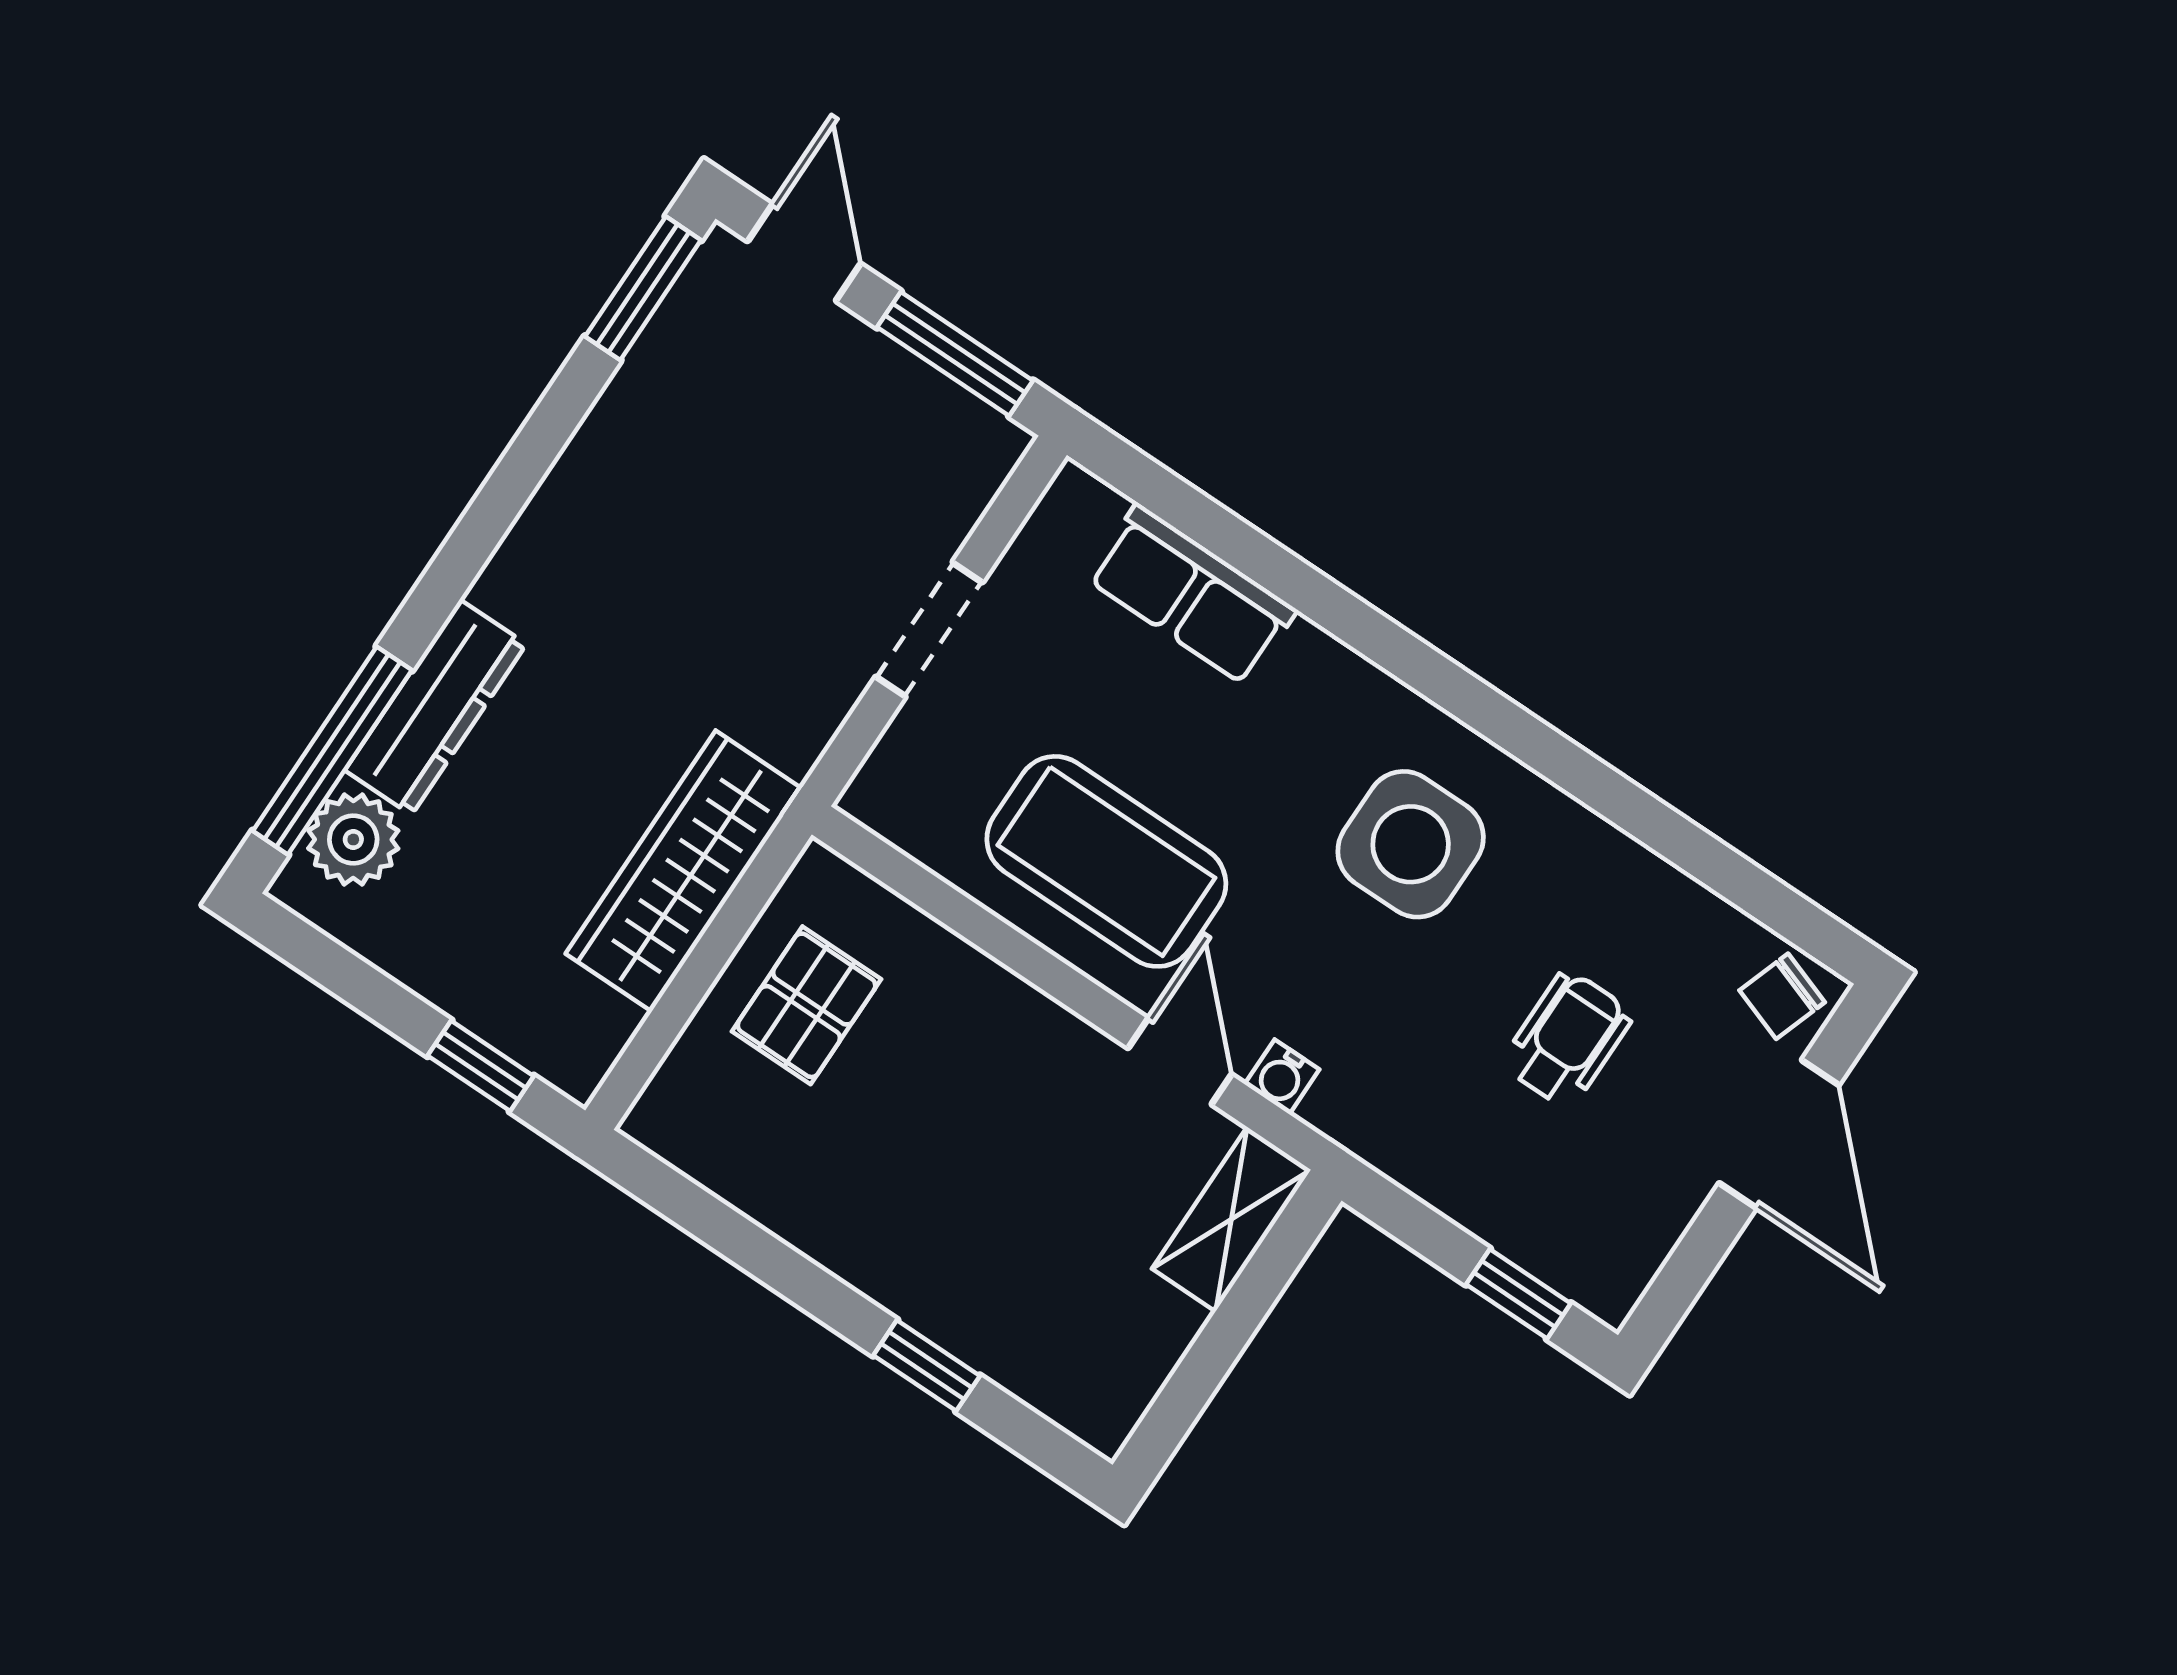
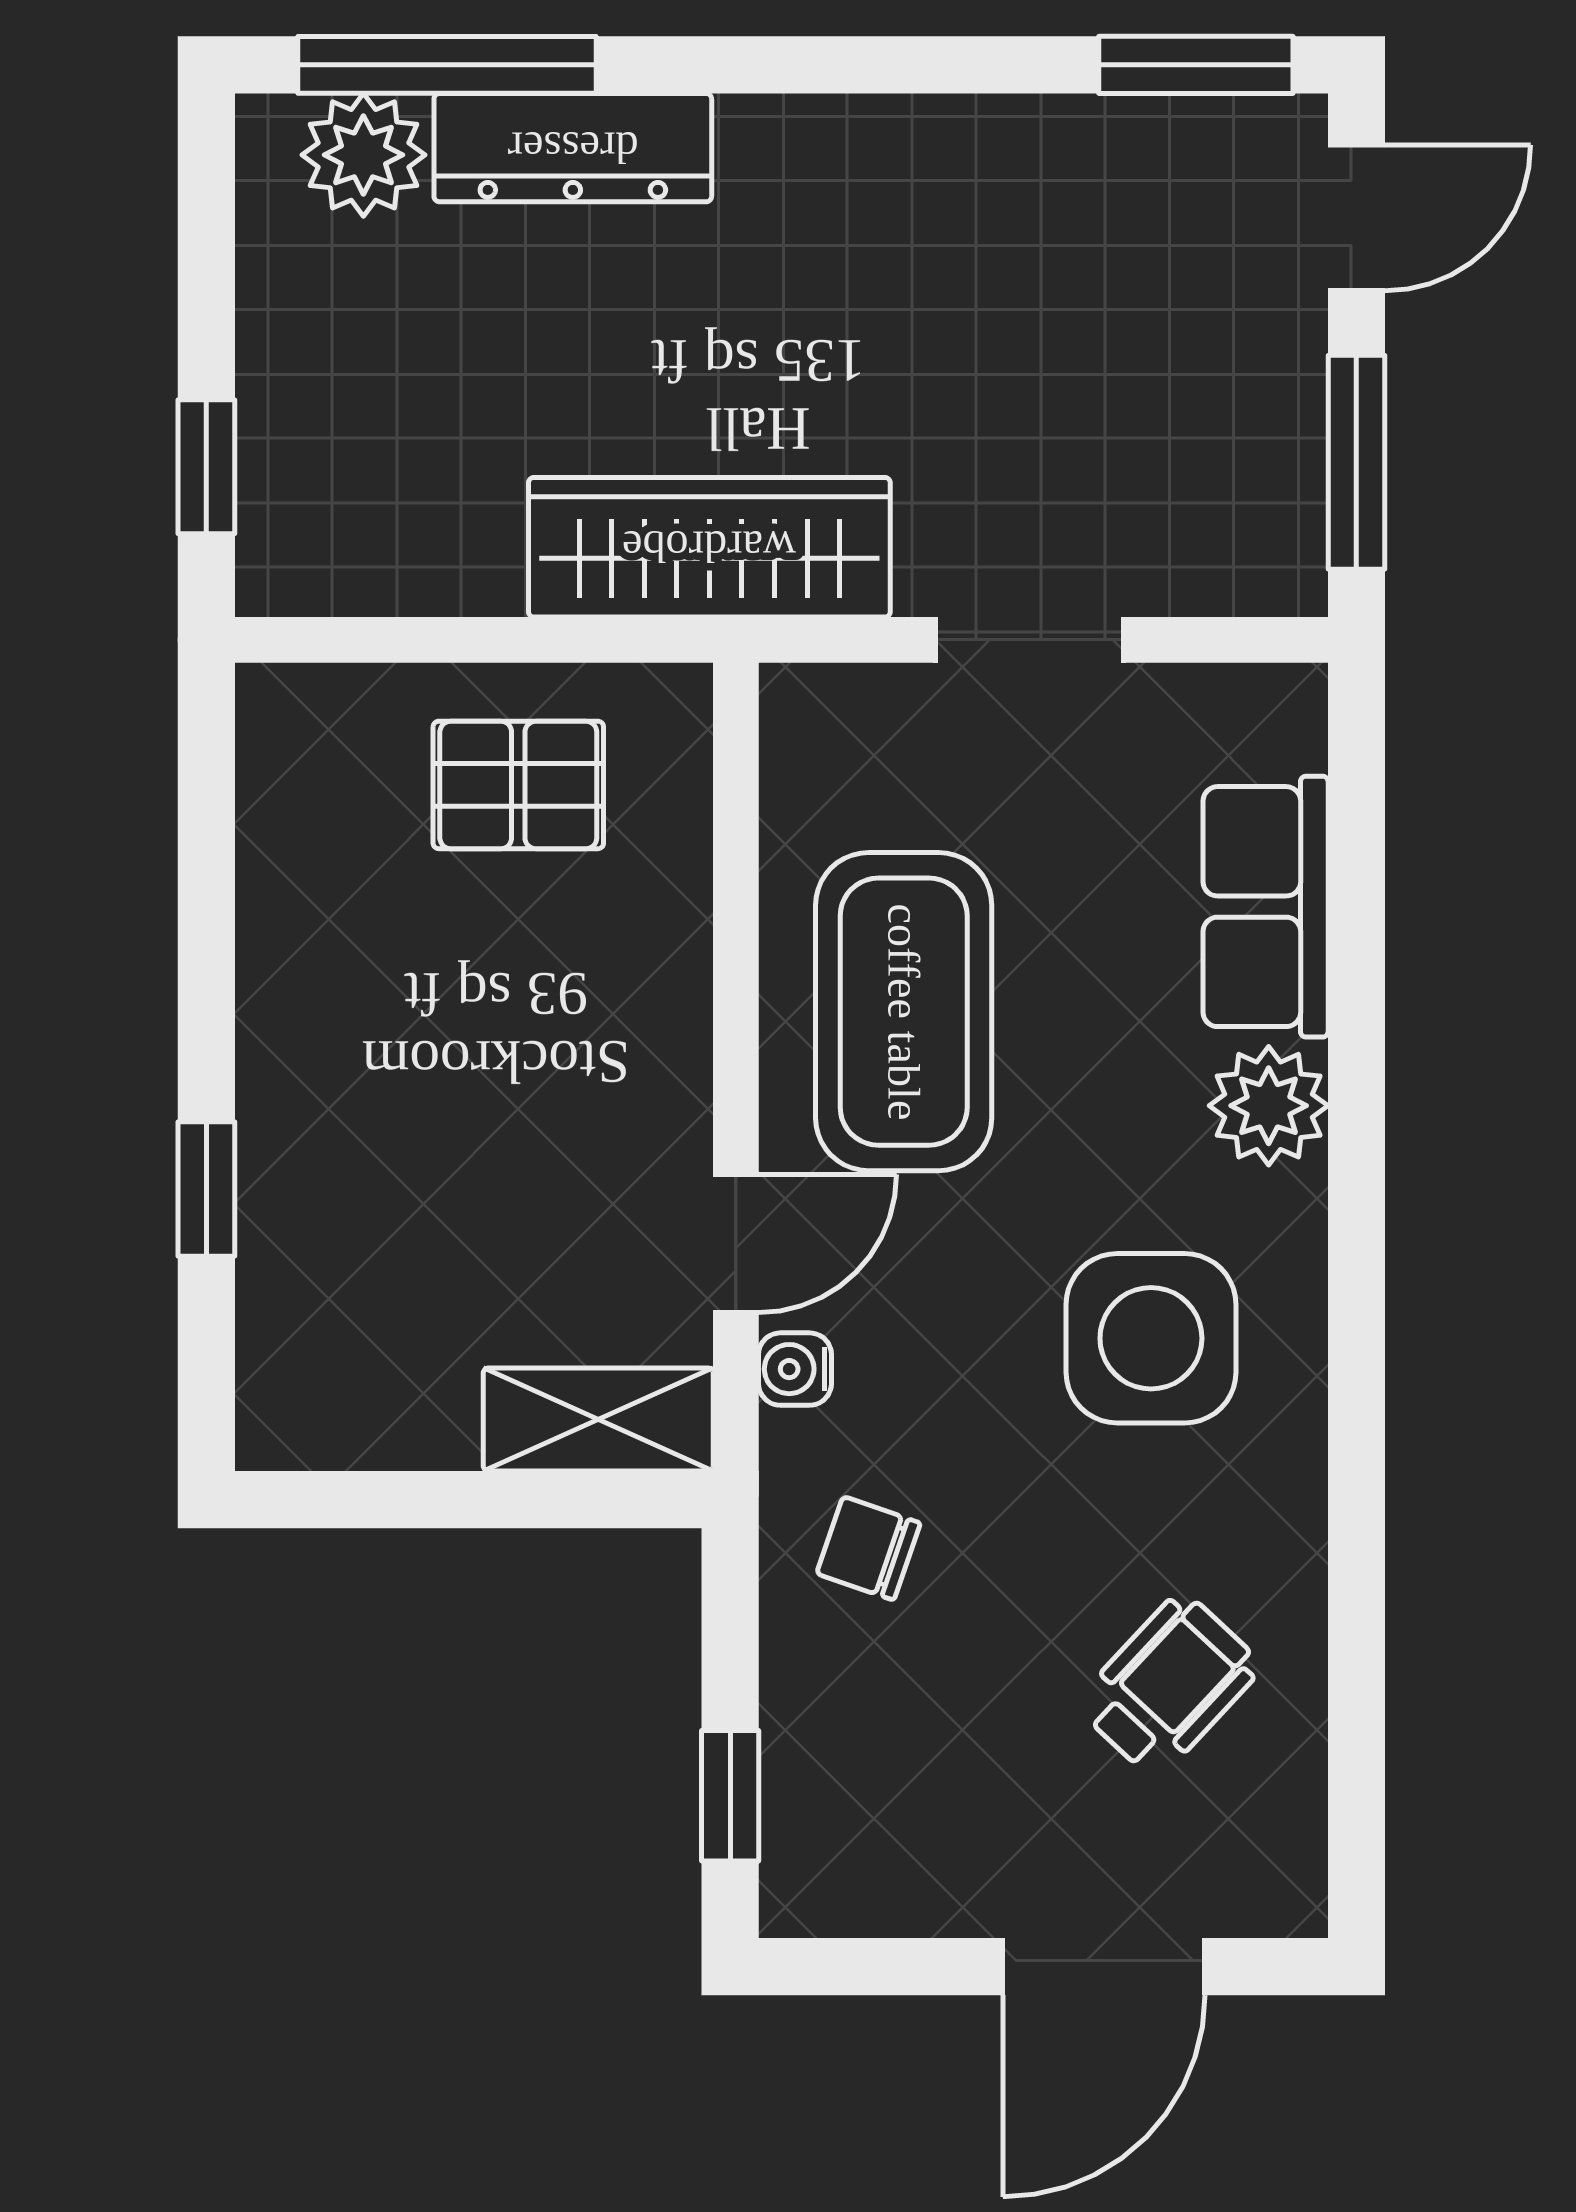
plant: (1316, 675) -> (1269, 1106), added
wardrobe: (684, 871) -> (709, 547), moved
chair: (1782, 996) -> (868, 1548), moved
wheelchair: (1567, 1039) -> (1169, 1685), moved, turned -47

